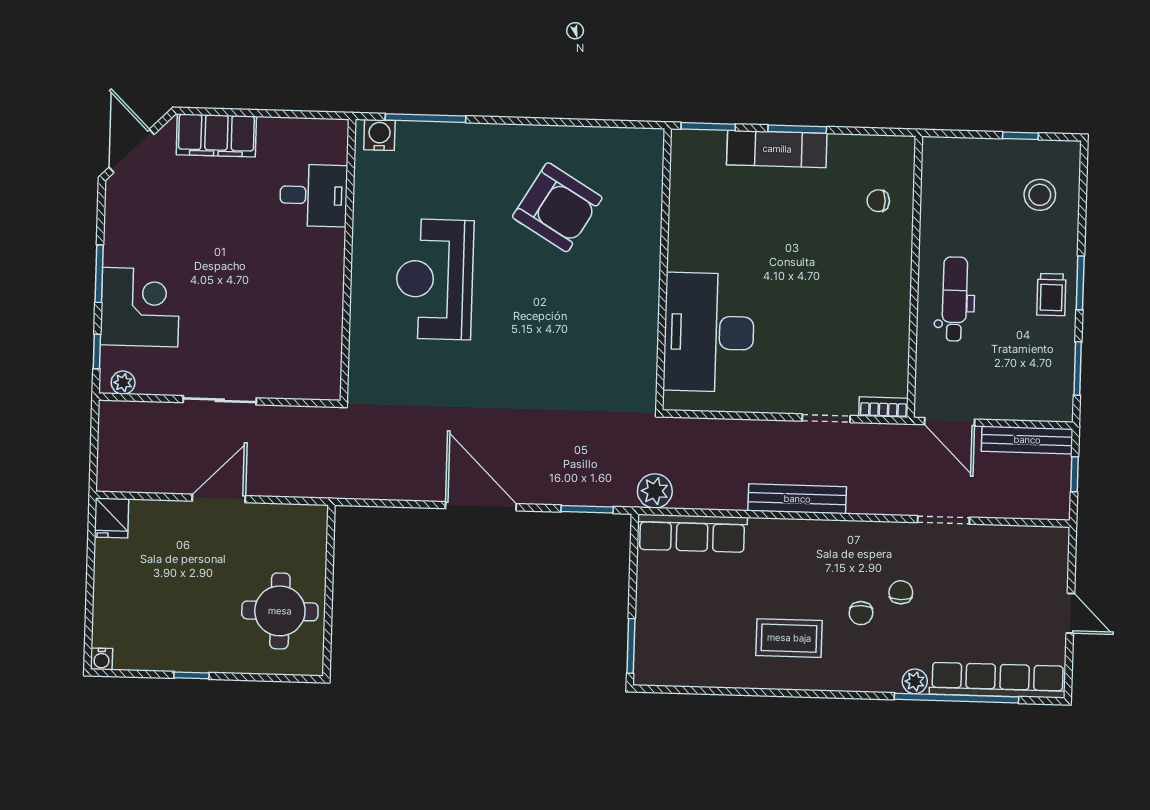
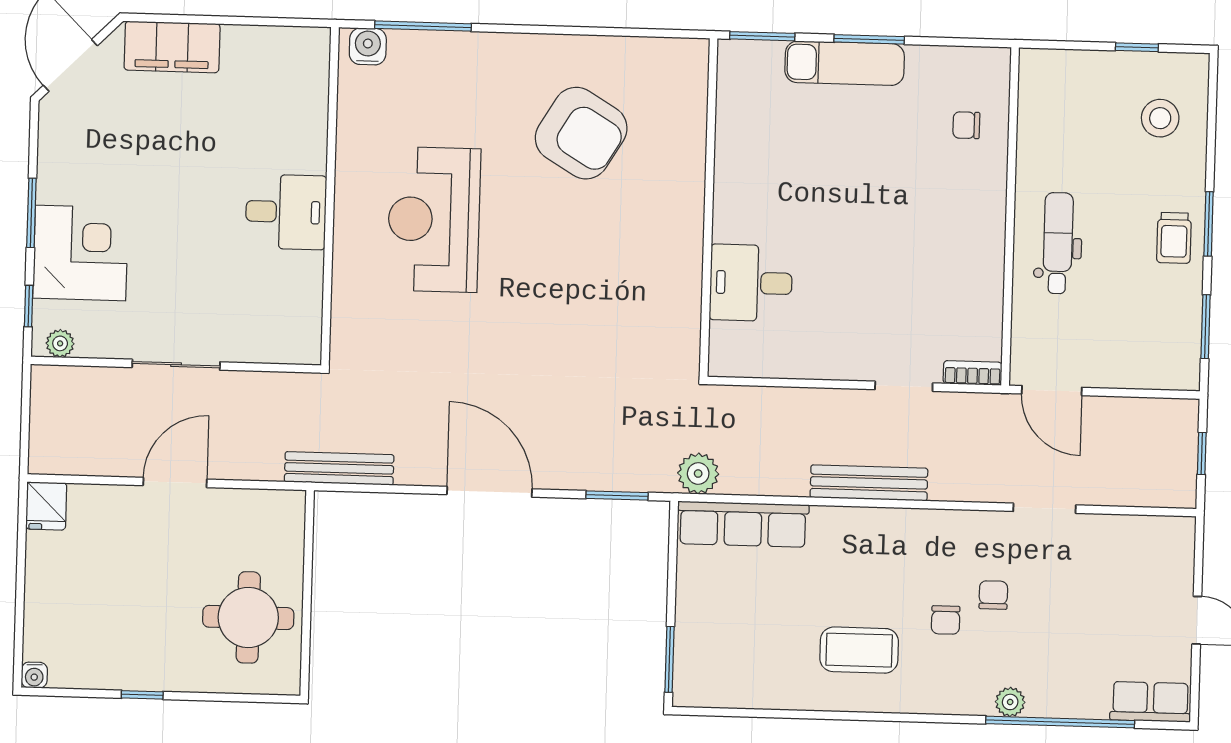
desk: (314, 195) -> (286, 212), moved
desk: (709, 332) -> (751, 283), width x0.53, depth x0.77
bench: (1027, 440) -> (339, 468), moved
row of seats: (998, 680) -> (1150, 702), width x0.50

